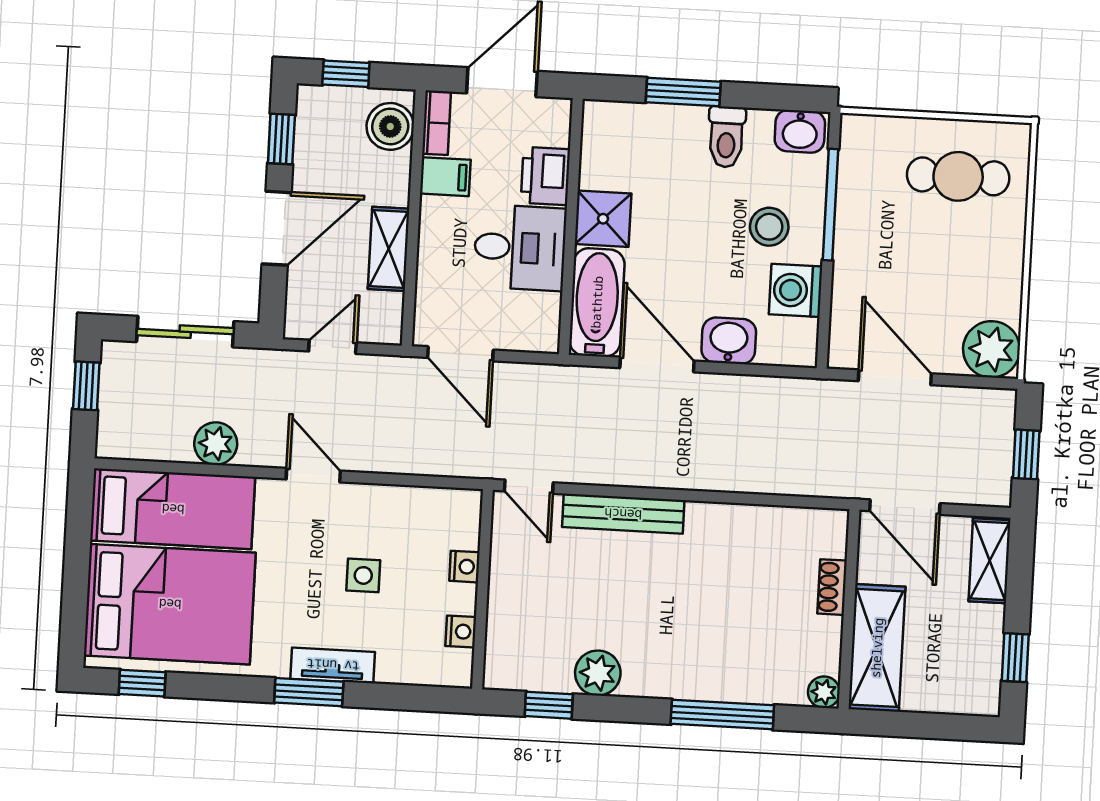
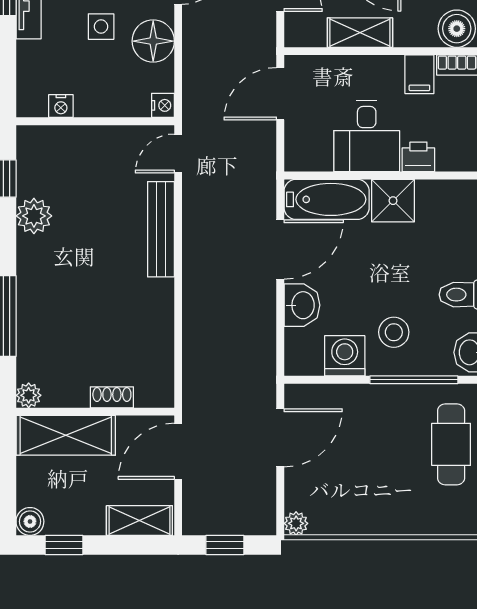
printer: (545, 176) -> (418, 157), width x0.73, depth x0.81
cafe table: (958, 176) -> (451, 444), moved
plant: (991, 349) -> (296, 523), width x0.53, depth x0.53
floor lamp: (385, 511) -> (153, 41), added
nightstand: (464, 567) -> (163, 105), moved, turned -90
boiler: (983, 699) -> (30, 521), added

